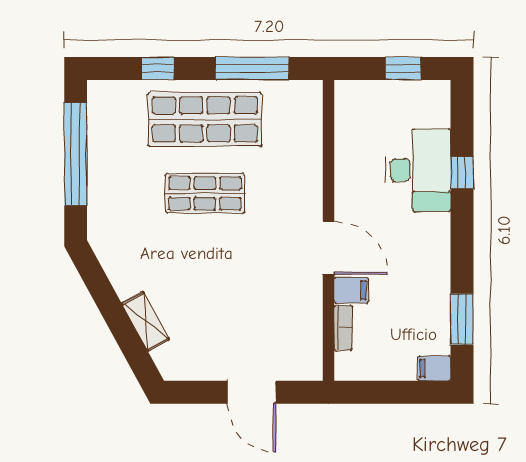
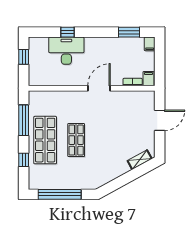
filing cabinet: (351, 290) -> (148, 79), moved
shelving: (145, 321) -> (140, 160), moved

